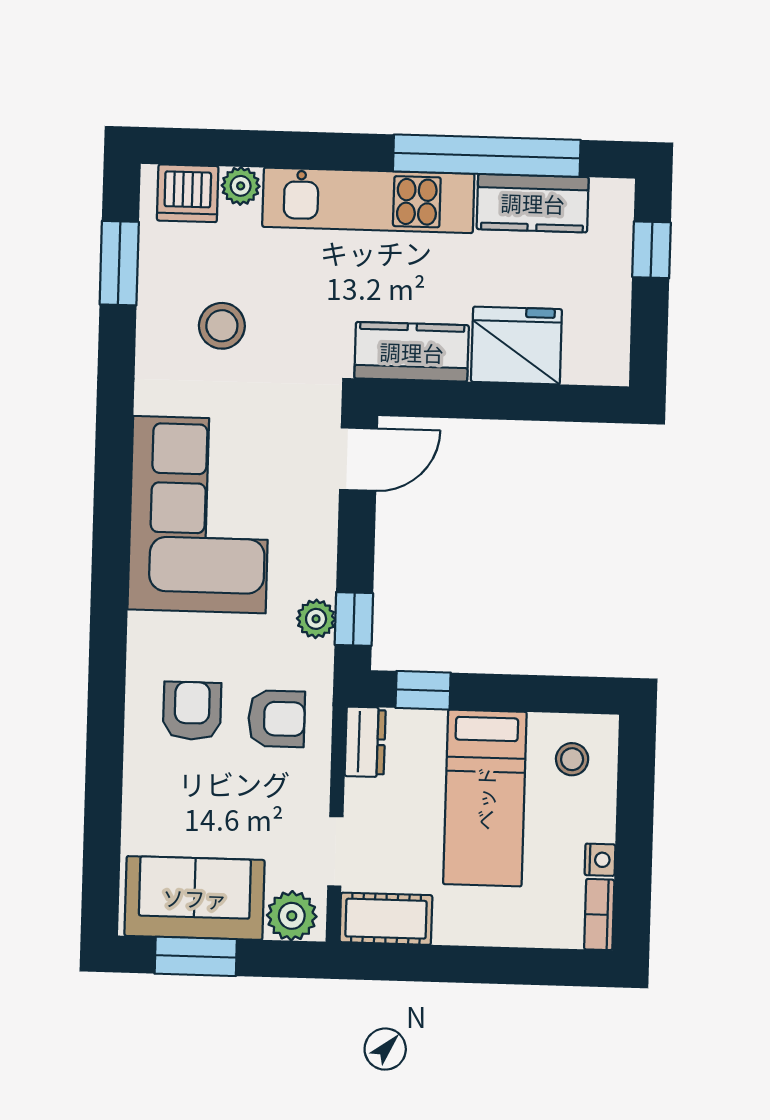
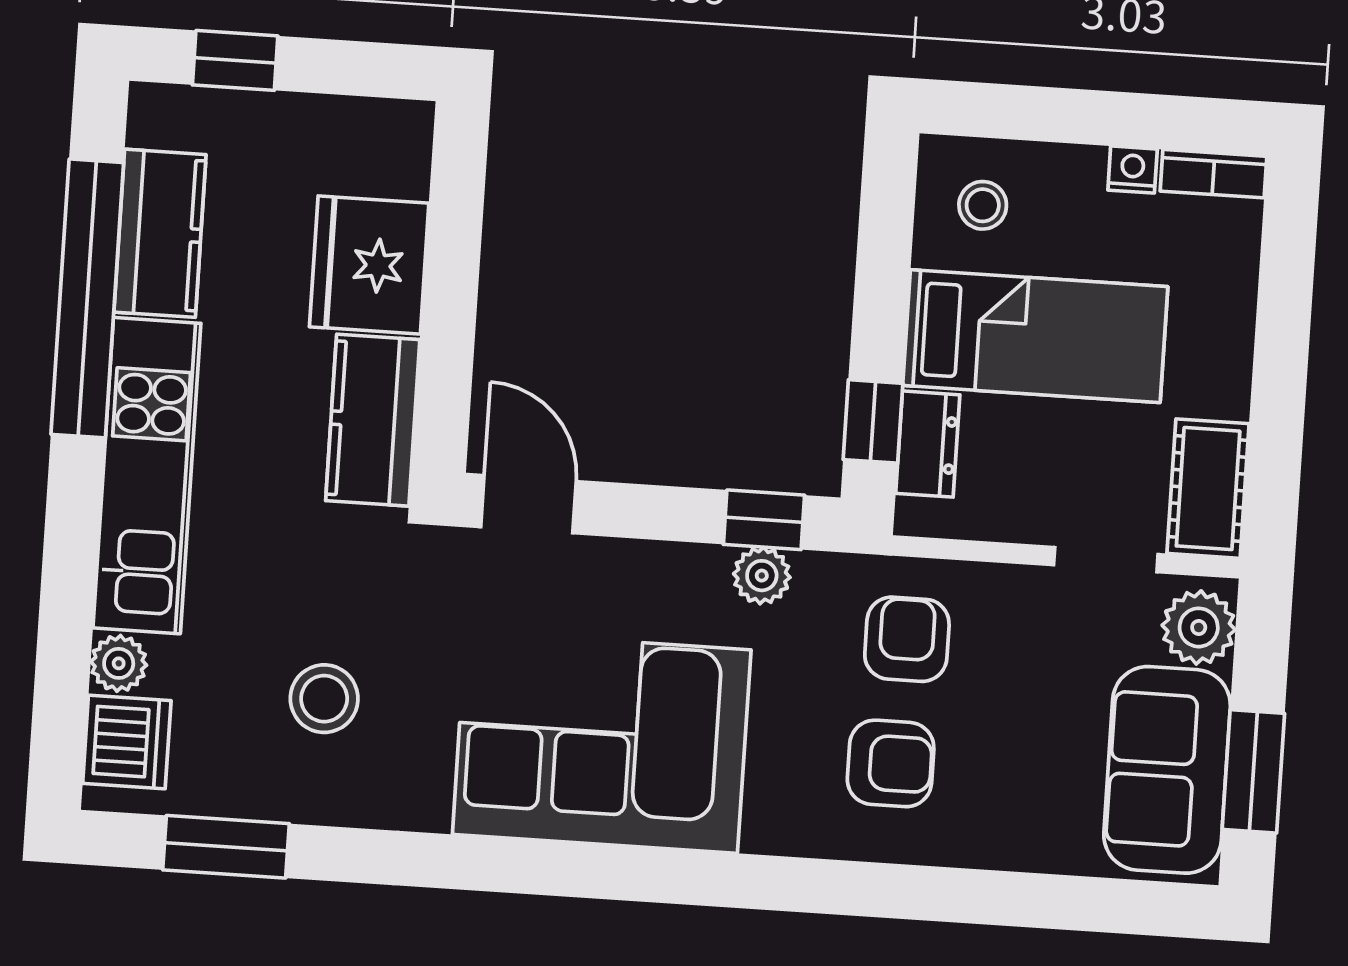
armchair: (192, 711) -> (891, 763), turned 180
dresser: (365, 742) -> (928, 444), moved, turned 90

